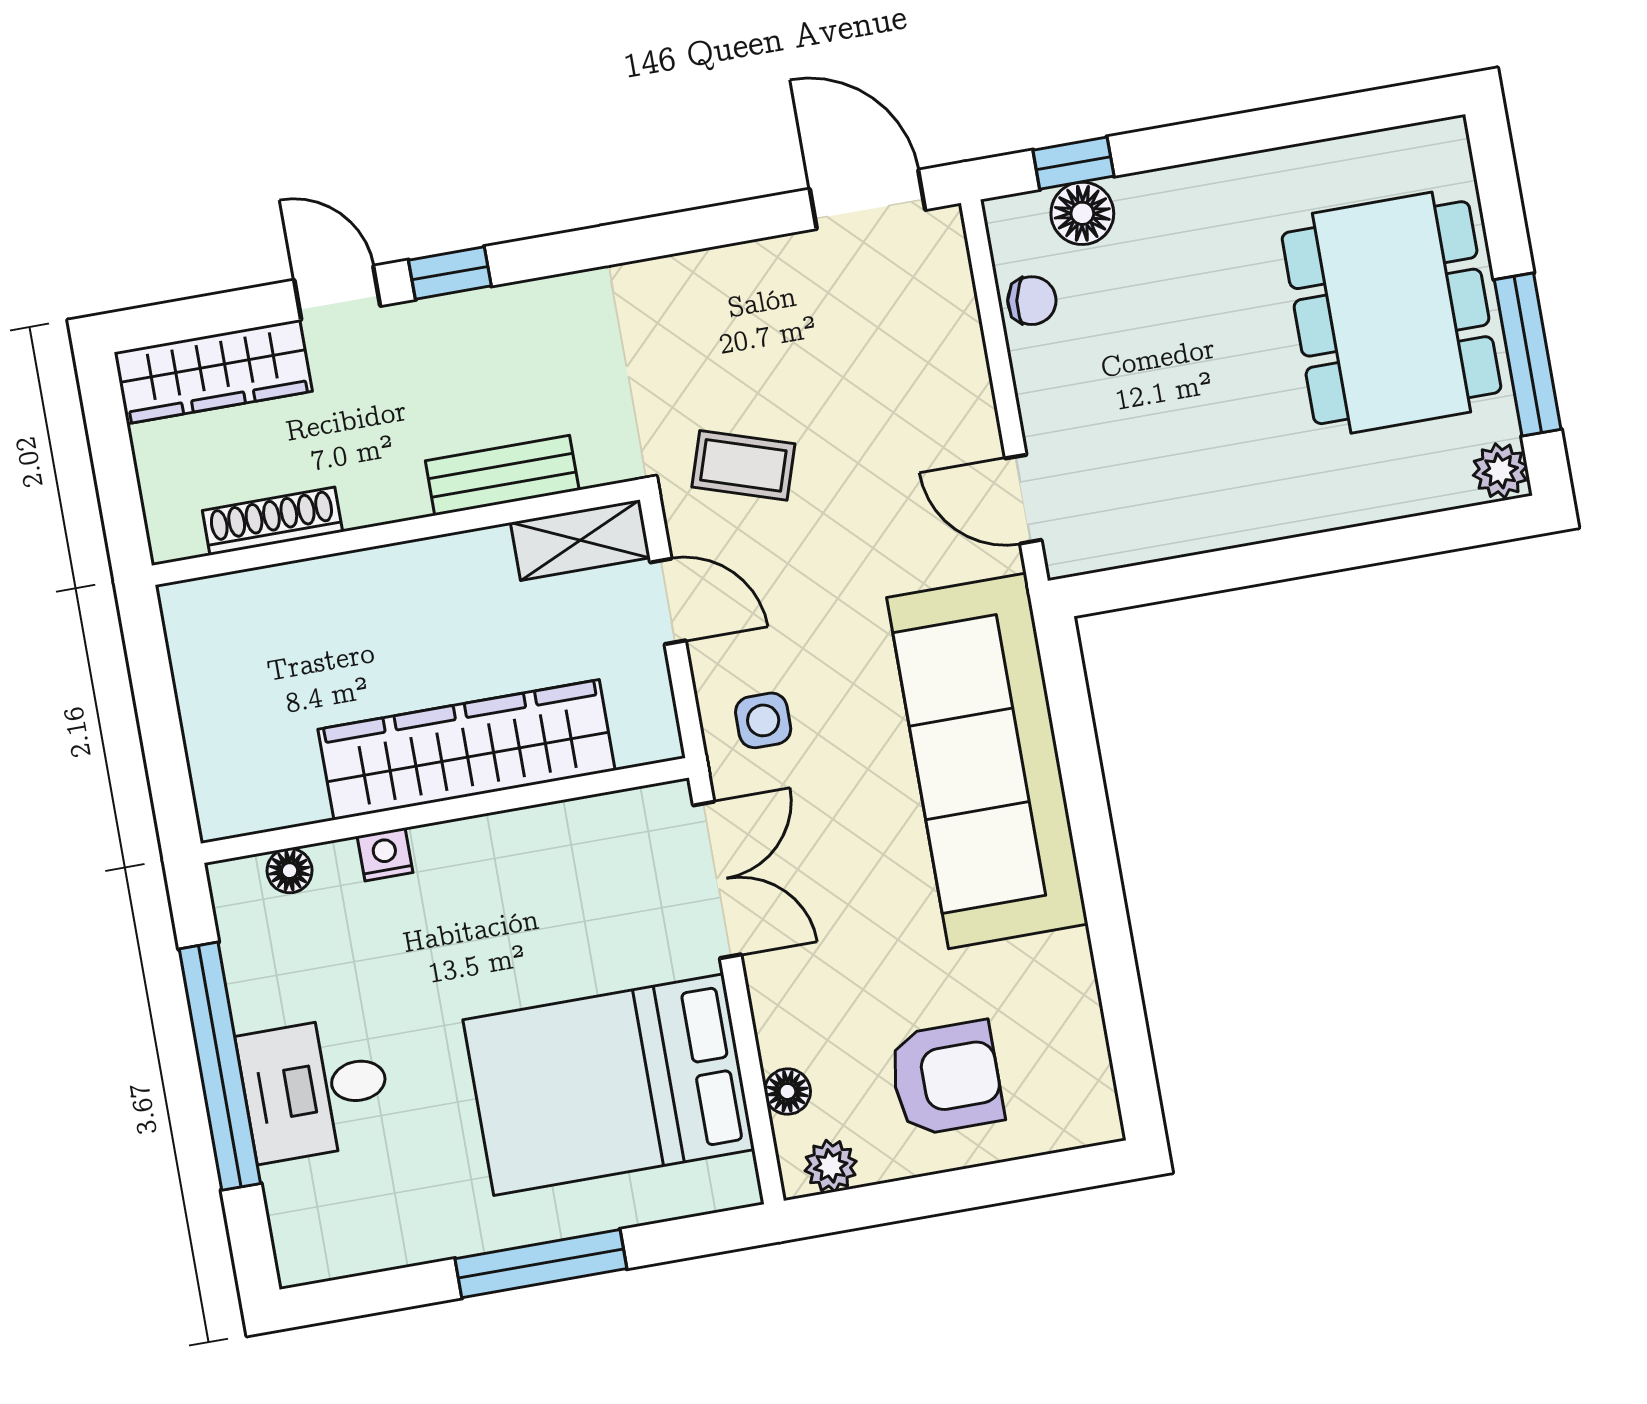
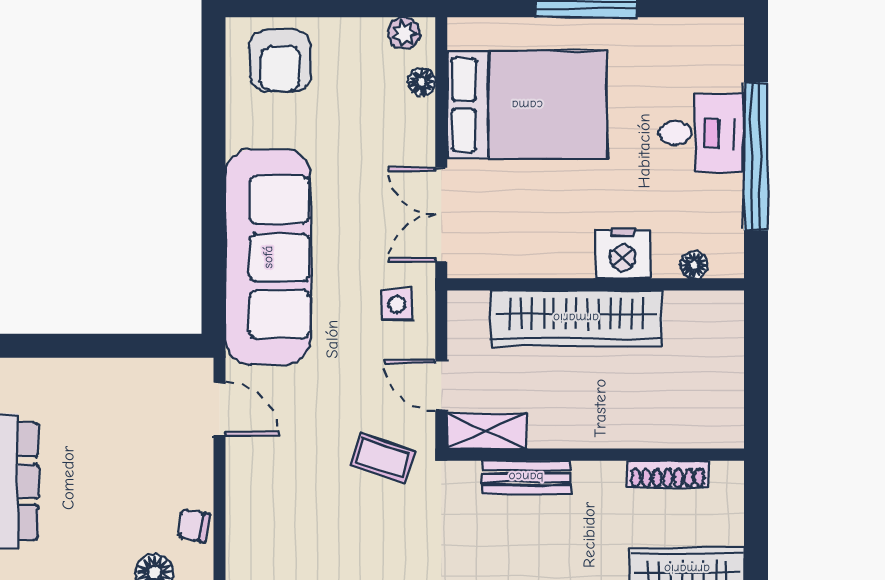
nightstand: (385, 854) -> (623, 254), width x1.89, depth x1.79
armchair: (946, 1078) -> (280, 61), moved, turned -90

